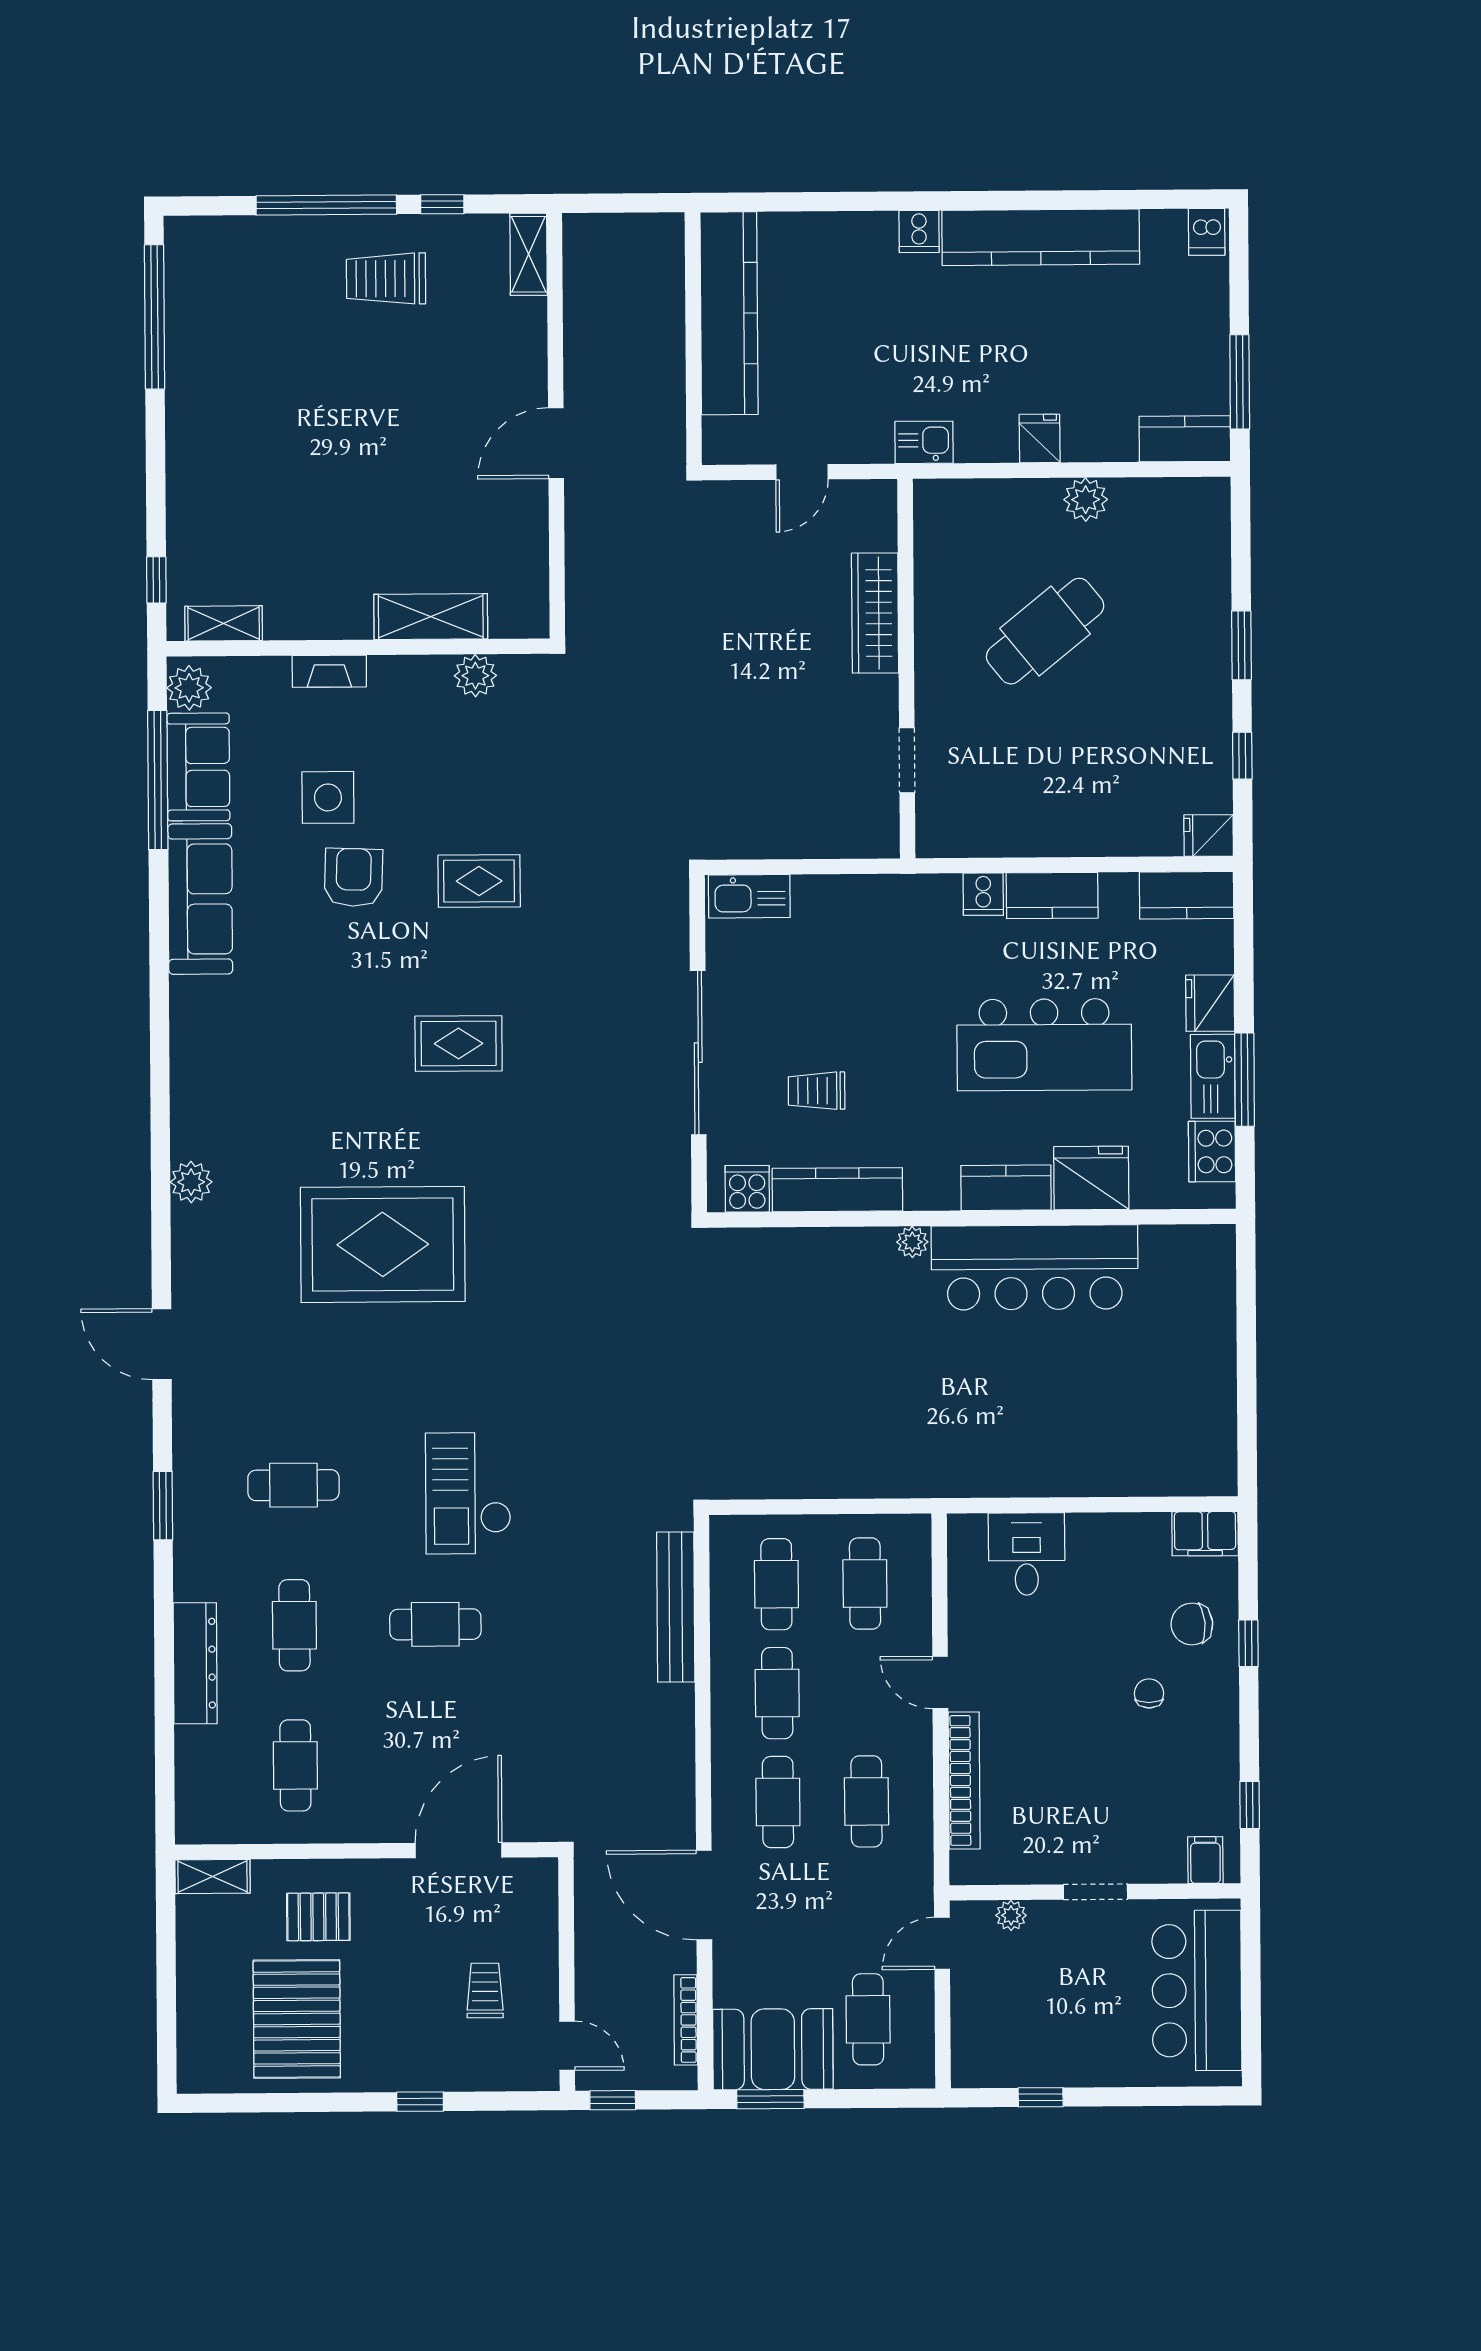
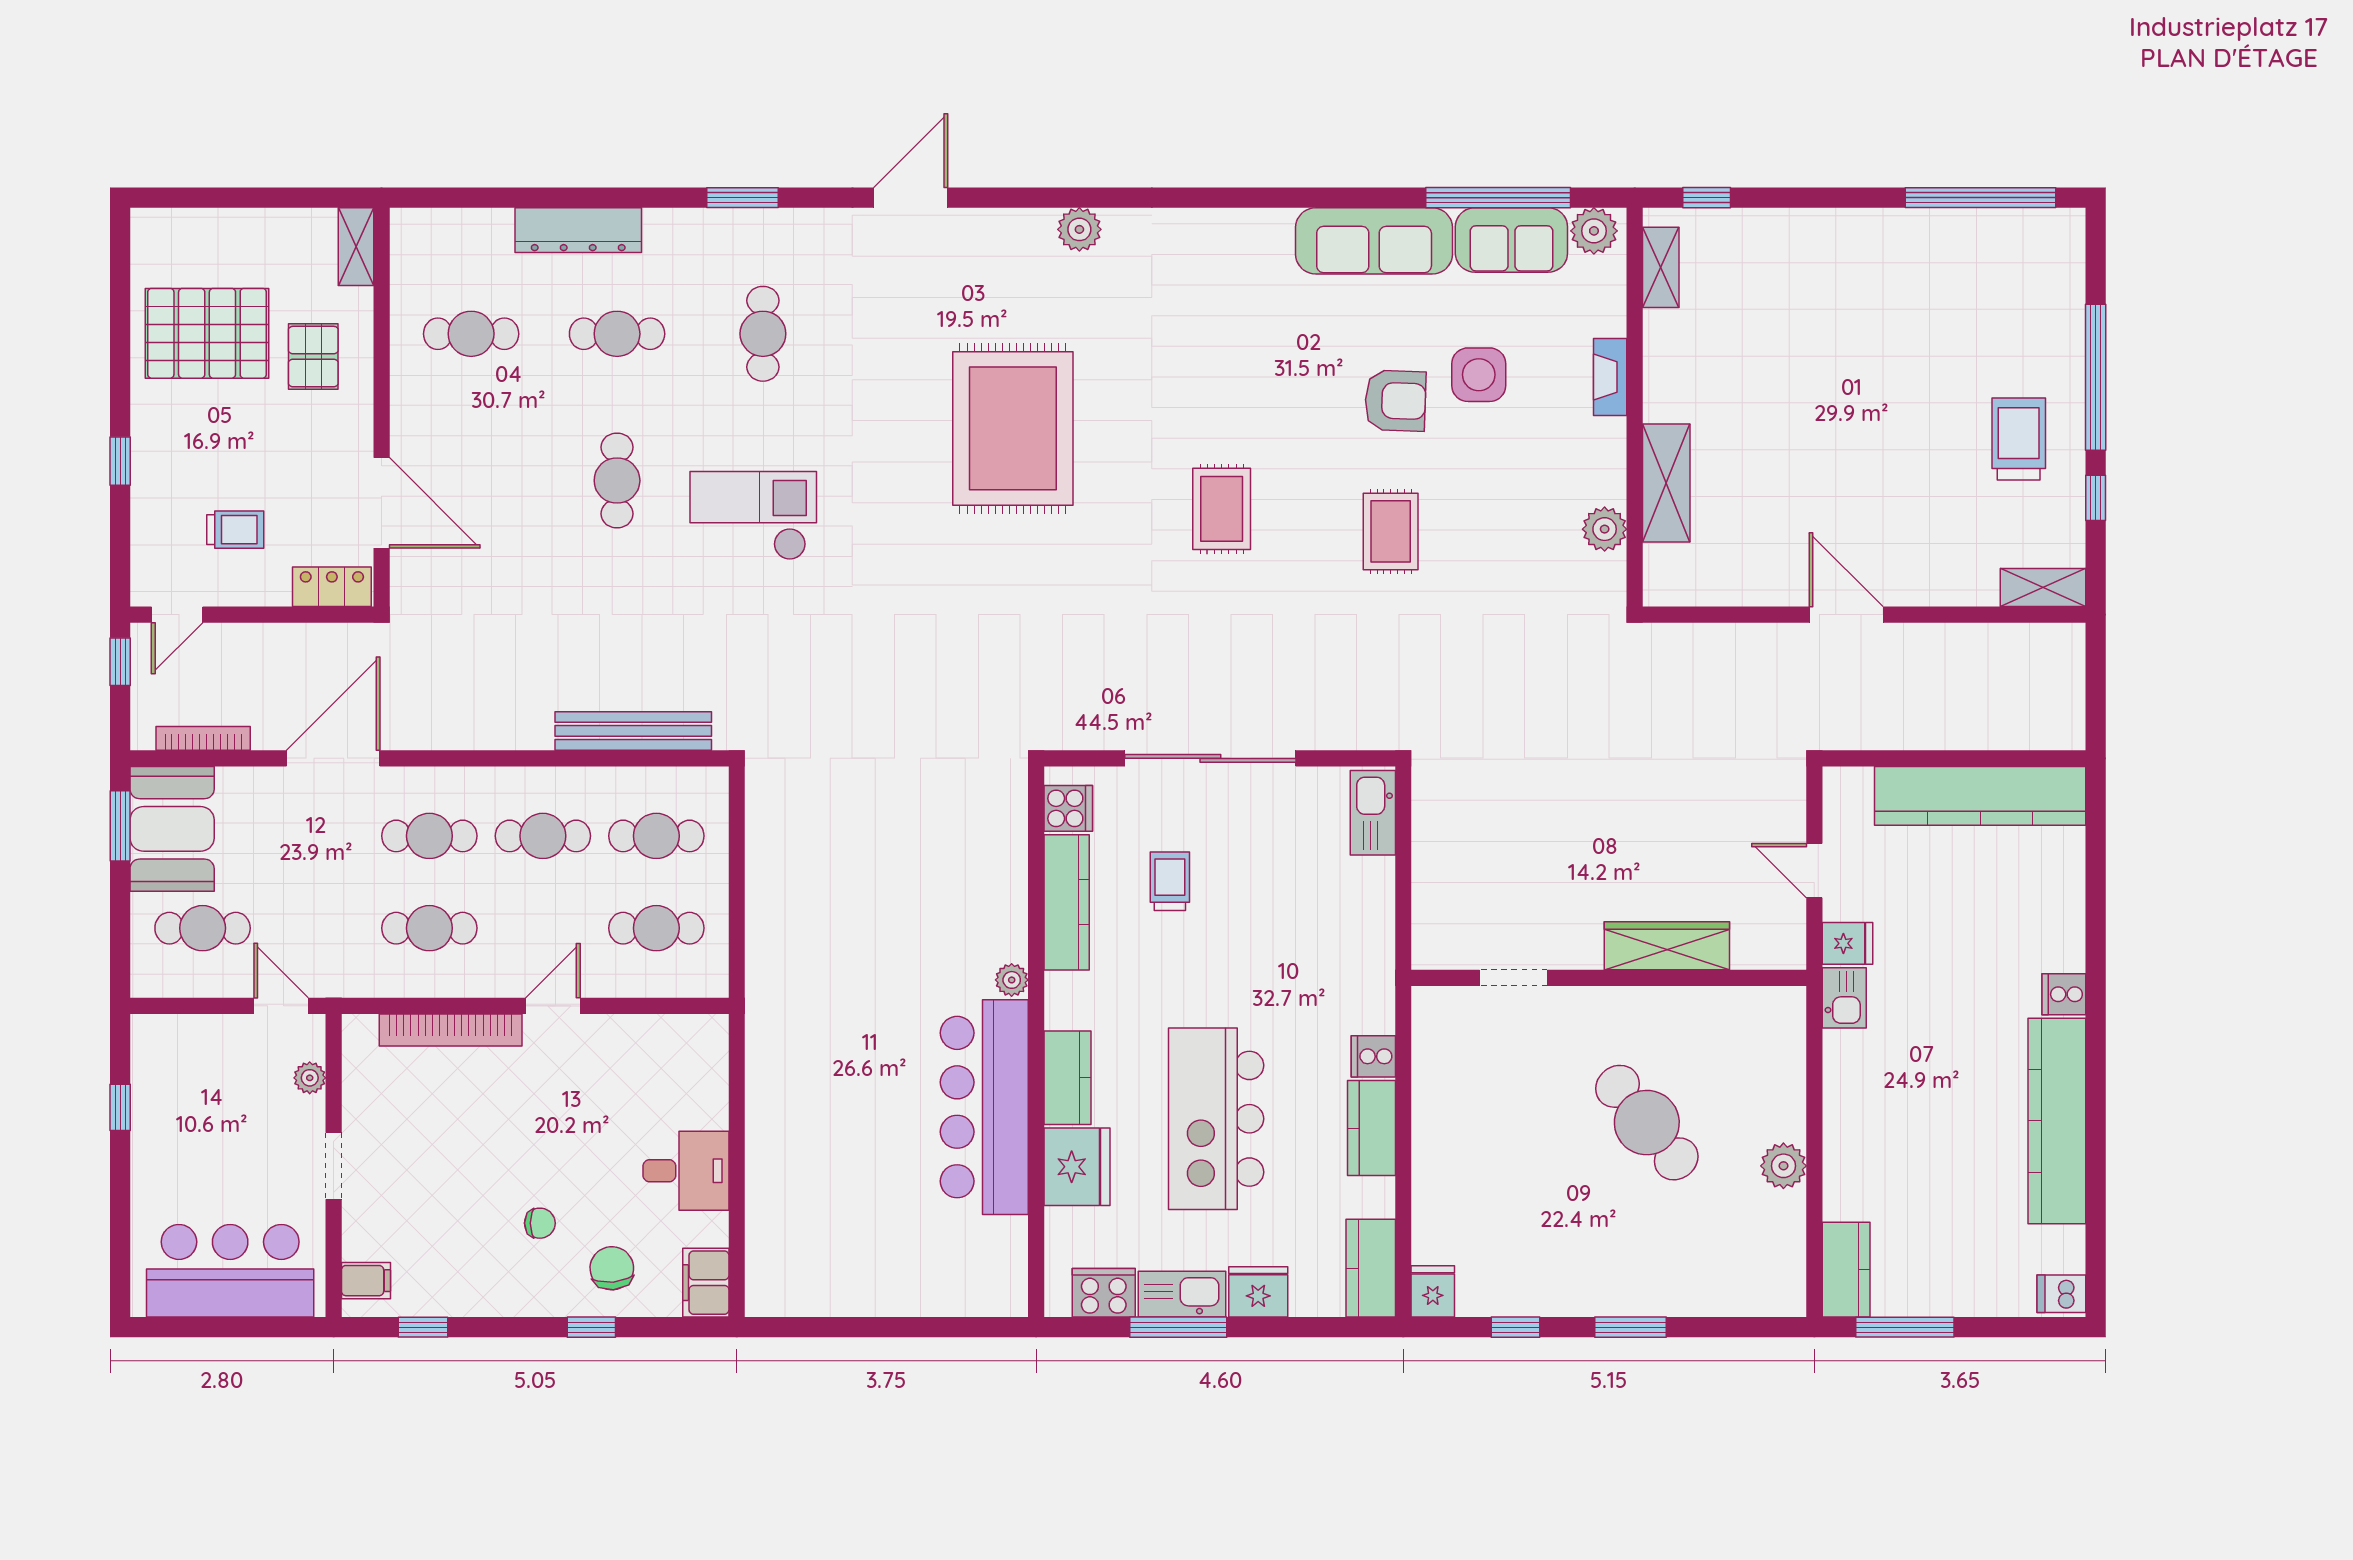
fridge: (1040, 438) -> (1847, 943), moved
desk: (1027, 1554) -> (686, 1171), moved
locker: (539, 1897) -> (332, 587), added

